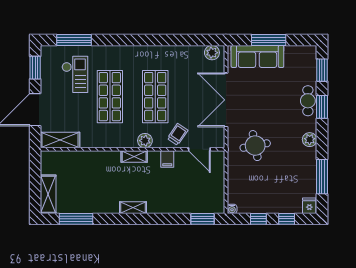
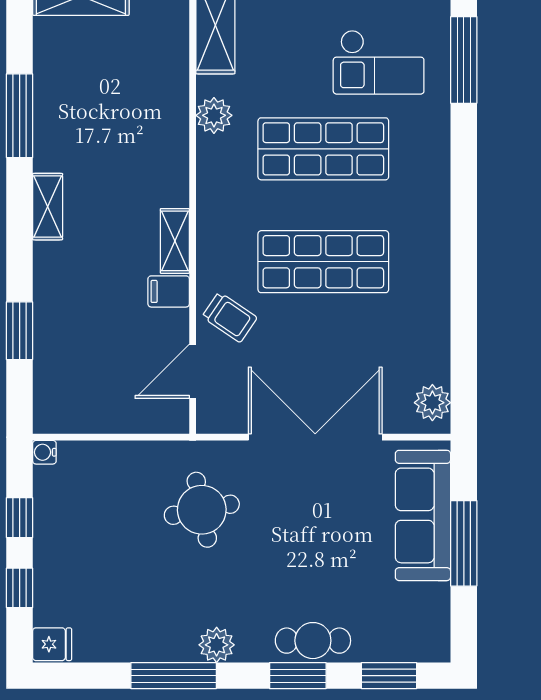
plant: (145, 141) -> (214, 115), moved
shelving: (134, 156) -> (175, 241), moved
window: (322, 177) -> (174, 676), moved
window: (76, 219) -> (20, 116), moved
window: (202, 219) -> (20, 331), moved

